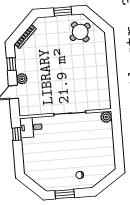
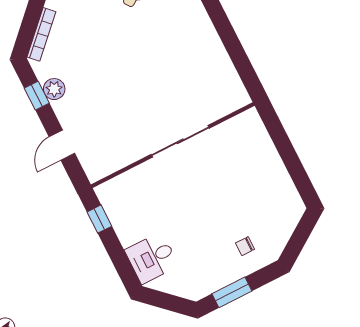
plant: (22, 79) -> (54, 89), moved
plant: (106, 117) -> (250, 121), removed
desk: (31, 127) -> (152, 258), moved

